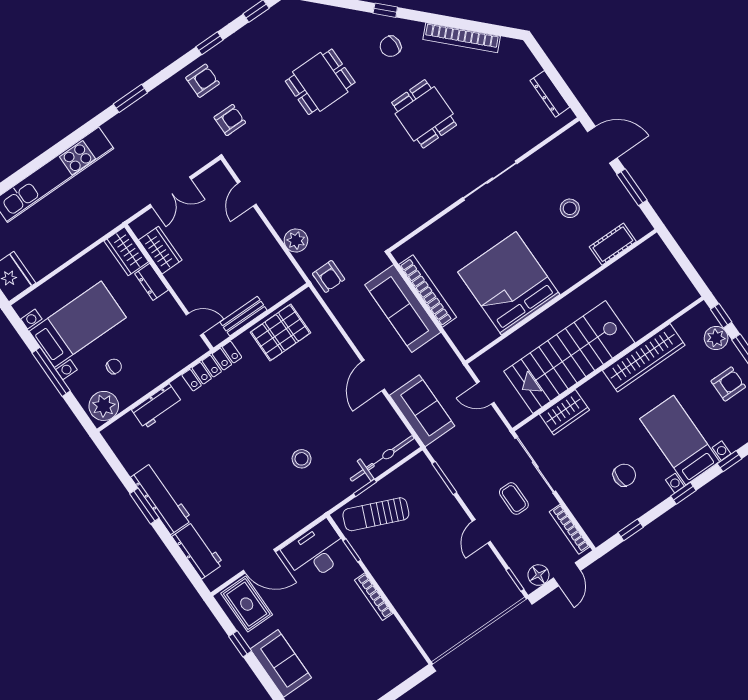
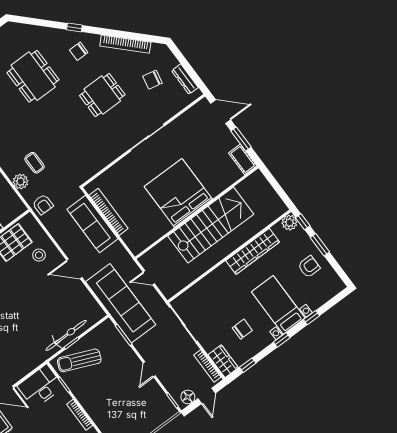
dining table: (320, 82) -> (33, 76), width x1.38
chair: (501, 93) -> (152, 80), added
dining table: (424, 114) -> (102, 95), turned 90
stool: (570, 208) -> (201, 154), removed
cot: (613, 244) -> (243, 159), moved, turned 90
bed: (509, 283) -> (178, 193), moved
plant: (716, 338) -> (289, 223), moved
stairs: (569, 357) -> (211, 225), moved, turned 180
door: (373, 376) -> (74, 269), hinge flipped
sofa: (422, 411) -> (121, 303), width x1.85, depth x1.27
wardrobe: (565, 412) -> (223, 361), moved, turned -90
bicycle: (382, 458) -> (66, 335), moved
stool: (302, 459) -> (39, 255), moved
coffee table: (514, 499) -> (34, 163), moved

